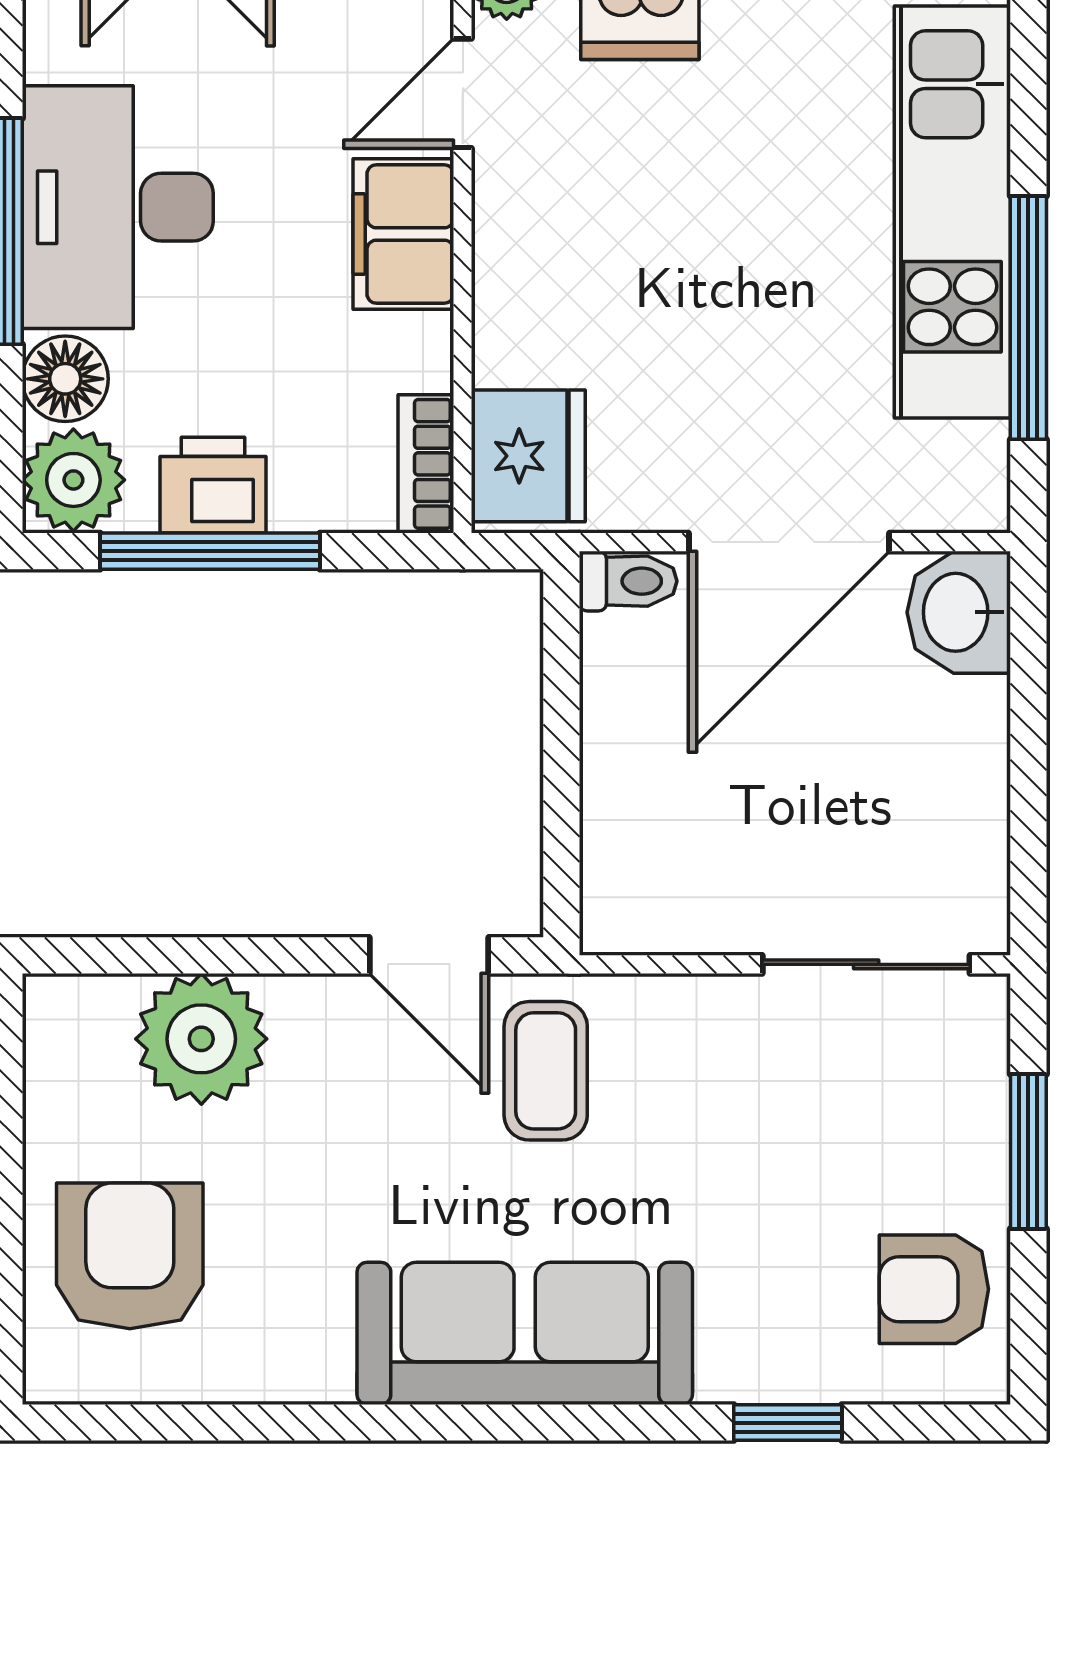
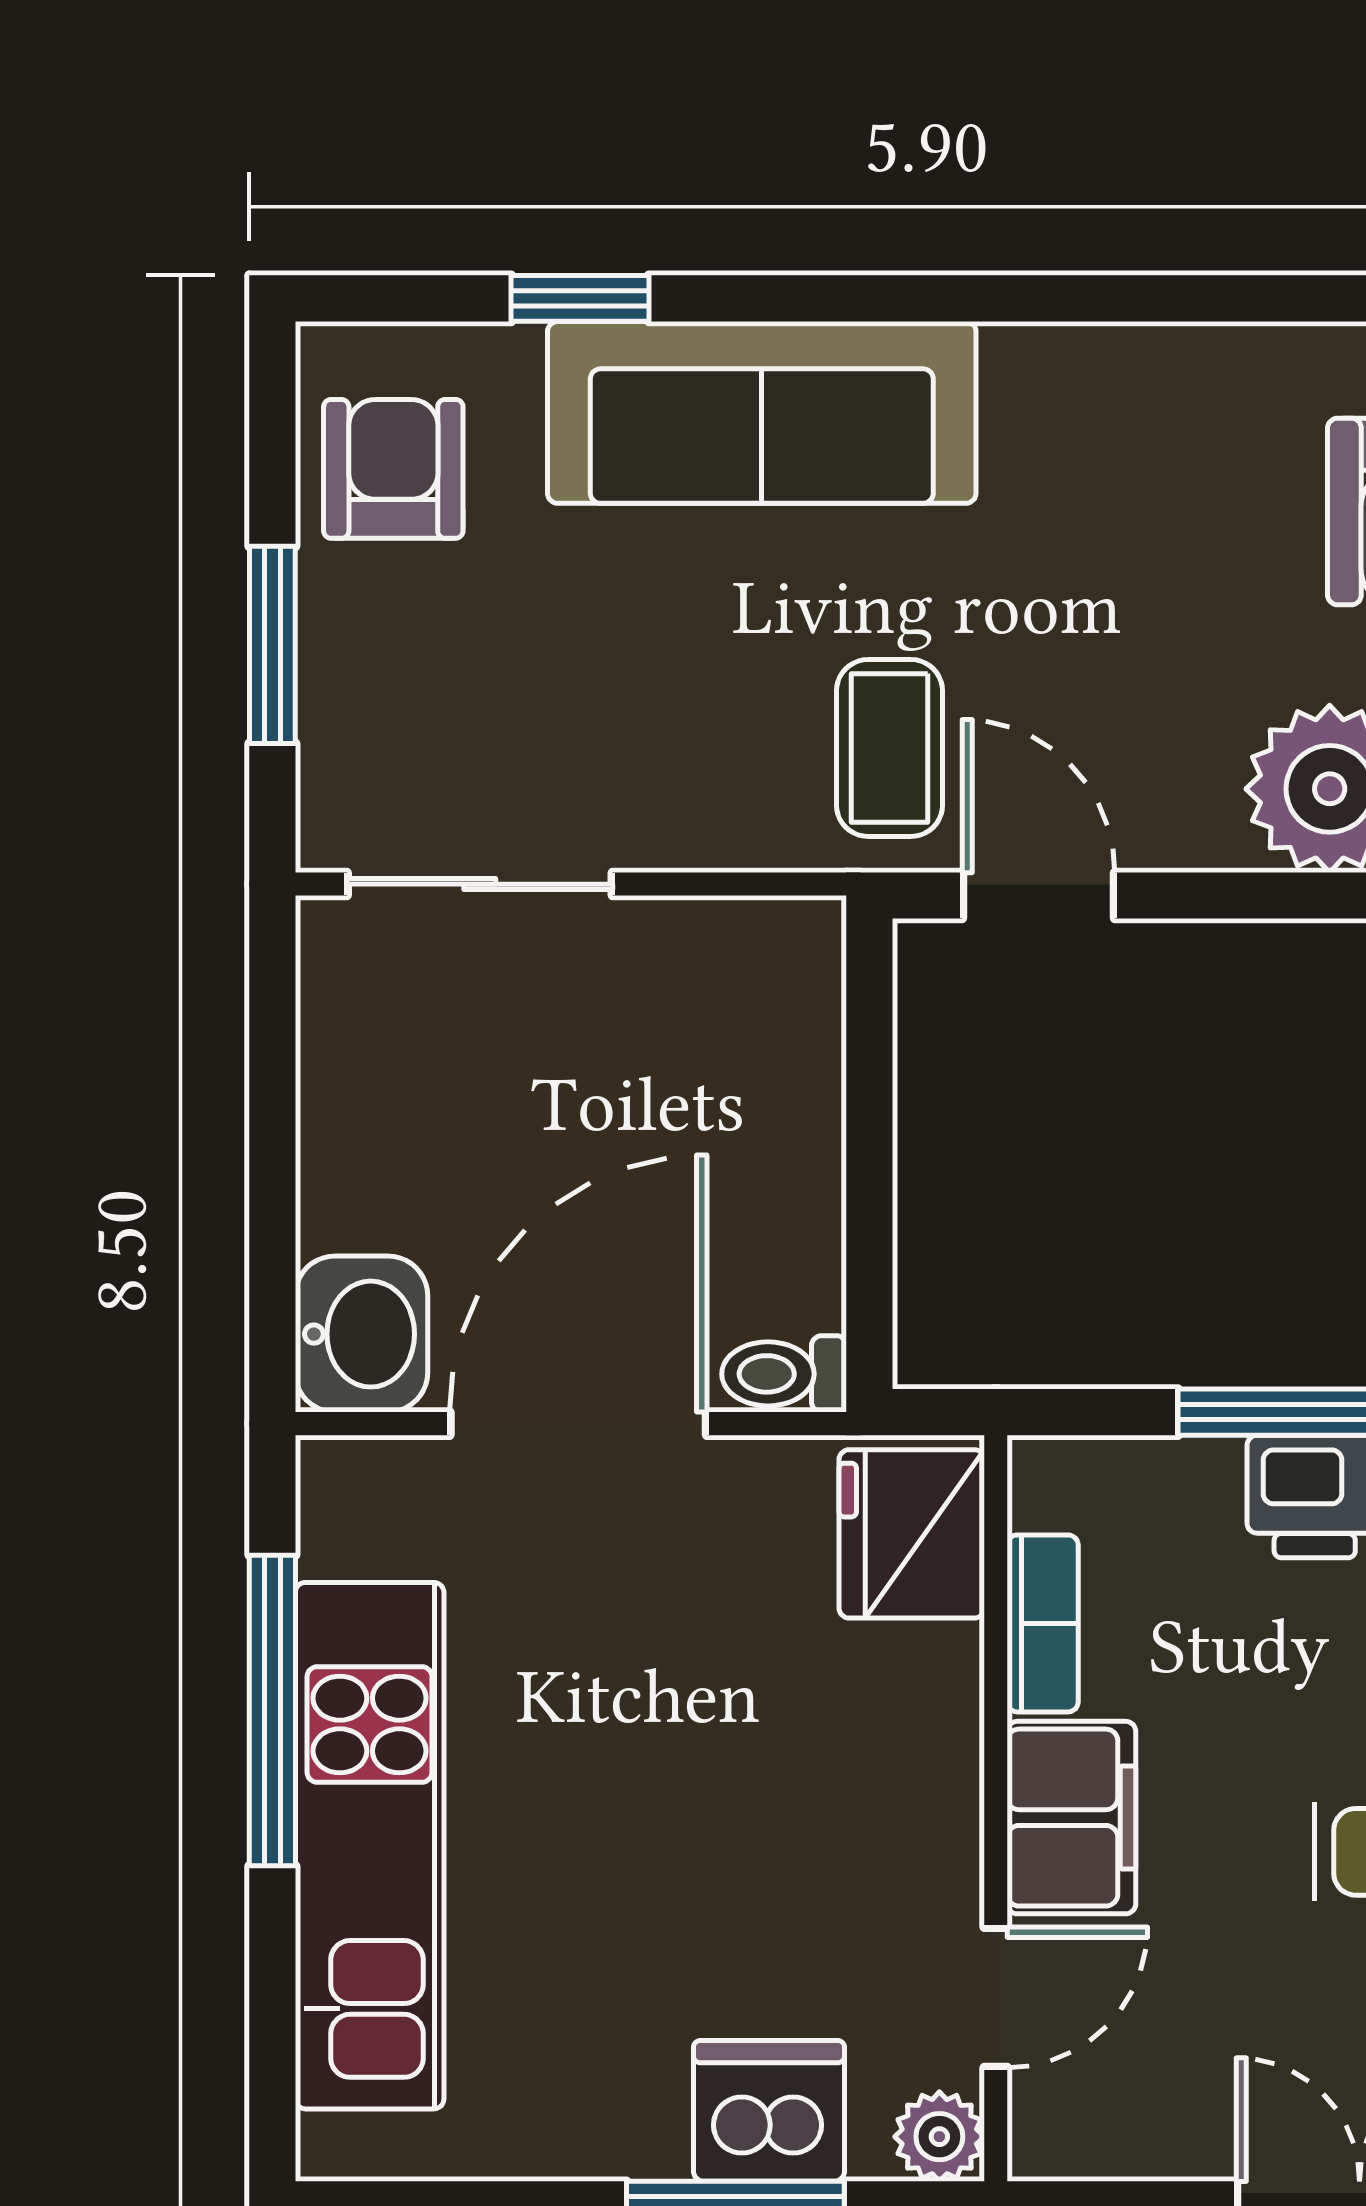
bookcase: (426, 464) -> (1043, 1623), moved
armchair: (934, 1289) -> (393, 469), turned -90
sofa: (525, 1333) -> (762, 412), moved

